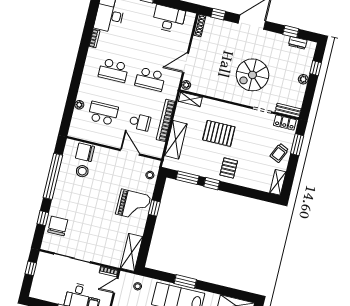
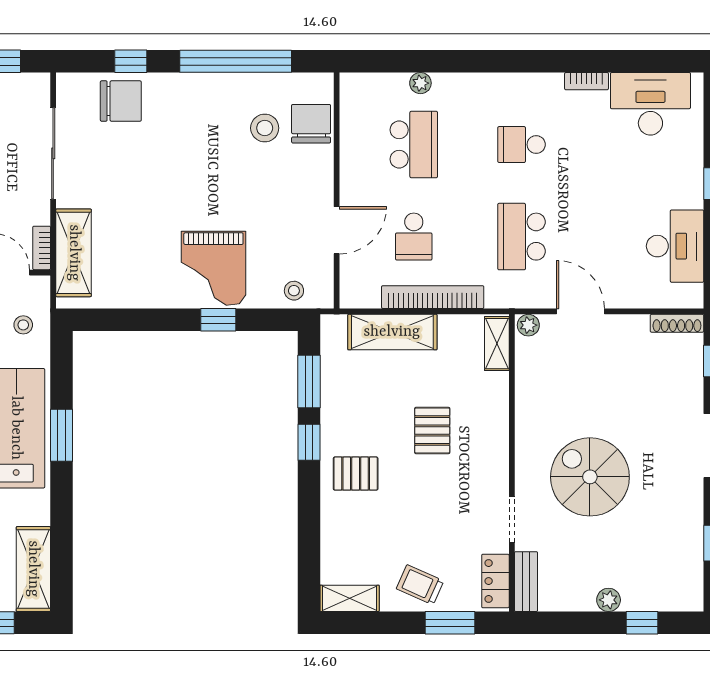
dresser: (298, 43) -> (692, 566), removed
school desk: (113, 70) -> (522, 145), width x0.54
pallet: (219, 133) -> (432, 431), width x0.67, depth x0.71
shelving: (131, 252) -> (74, 253), moved, turned 90

